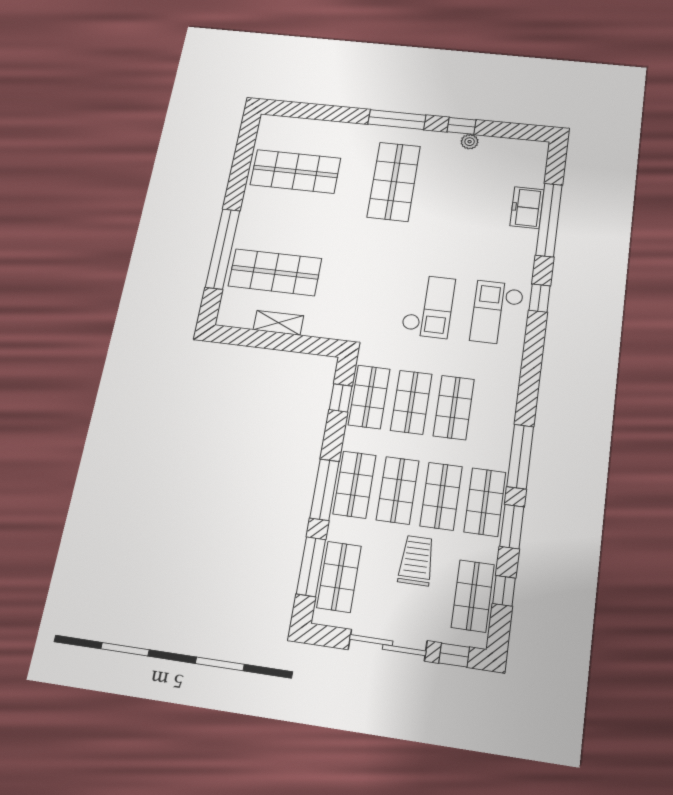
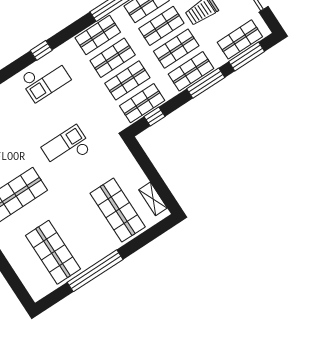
window: (223, 249) -> (95, 271), moved
window: (540, 298) -> (41, 50), moved
checkout: (428, 306) -> (67, 148), moved
shelving: (278, 323) -> (153, 199), moved
shop shelf: (497, 413) -> (98, 35), added

